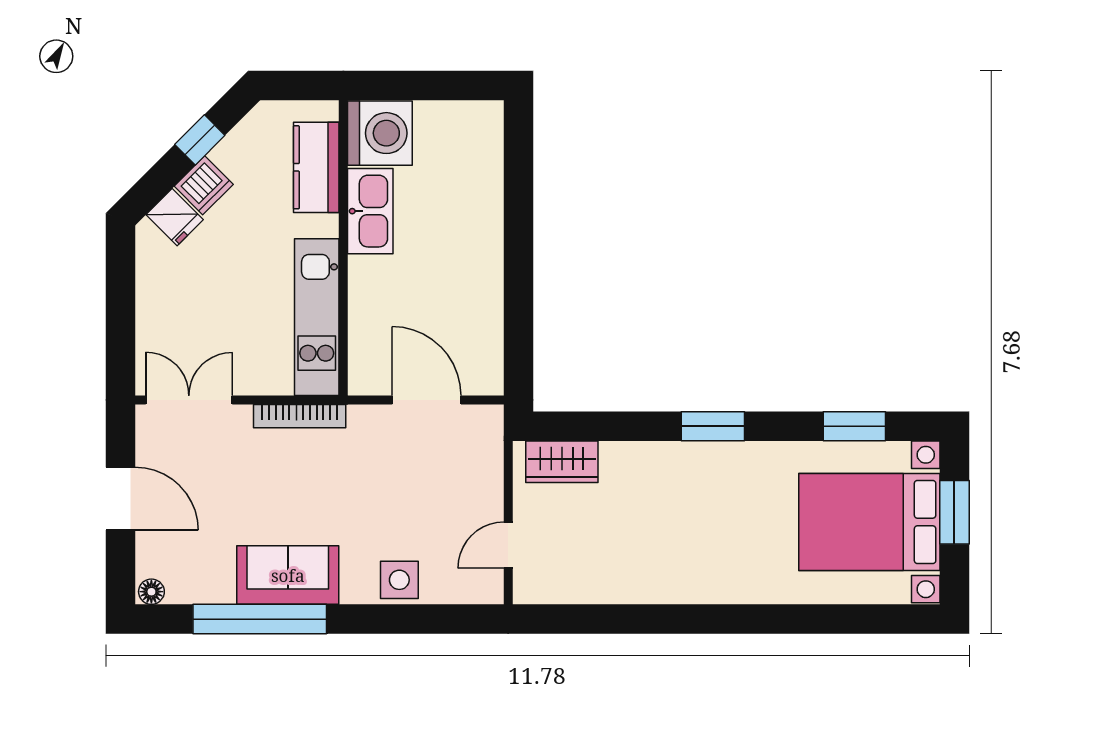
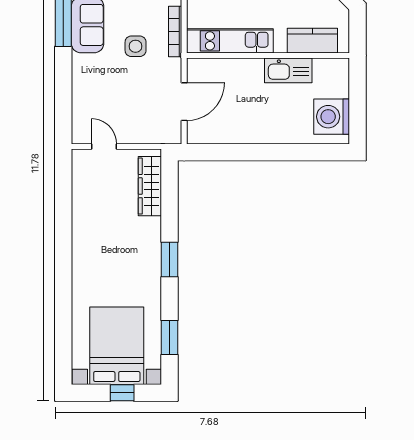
washing machine: (380, 133) -> (332, 117), moved, turned 90
wardrobe: (562, 462) -> (150, 186), width x1.50
window: (954, 512) -> (122, 393), width x0.67
side table: (399, 580) -> (136, 46), moved

